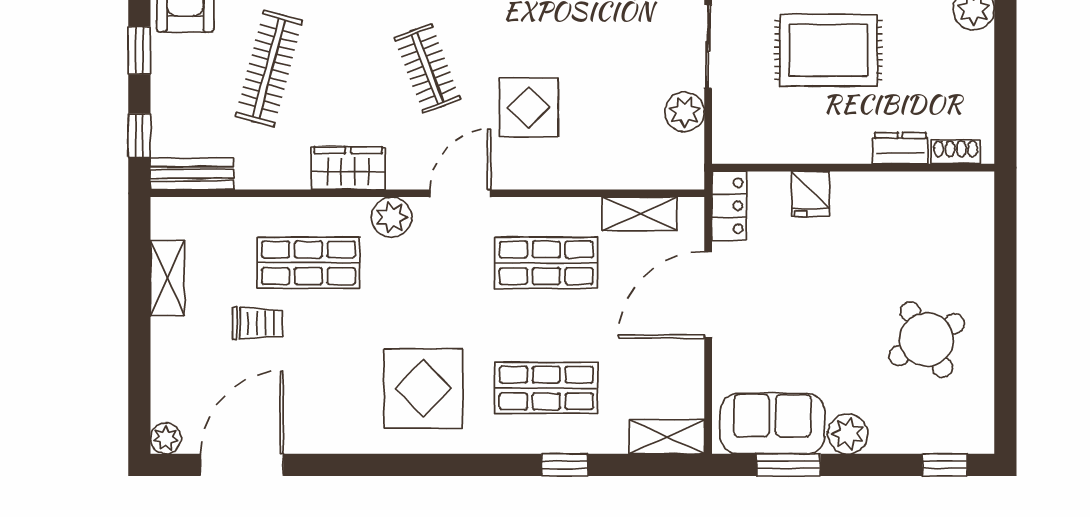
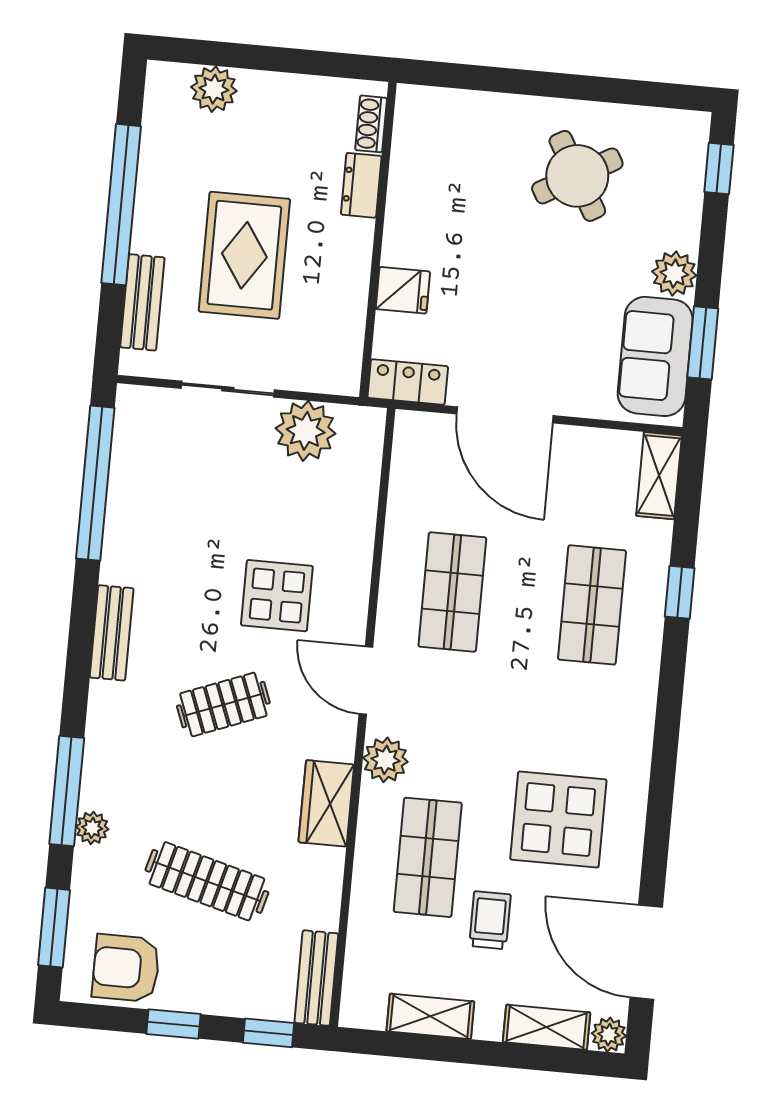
plant: (685, 112) -> (306, 431), width x1.36, depth x1.36
shelving: (640, 214) -> (547, 1027), moved, turned 90
display table: (423, 388) -> (558, 820), moved

